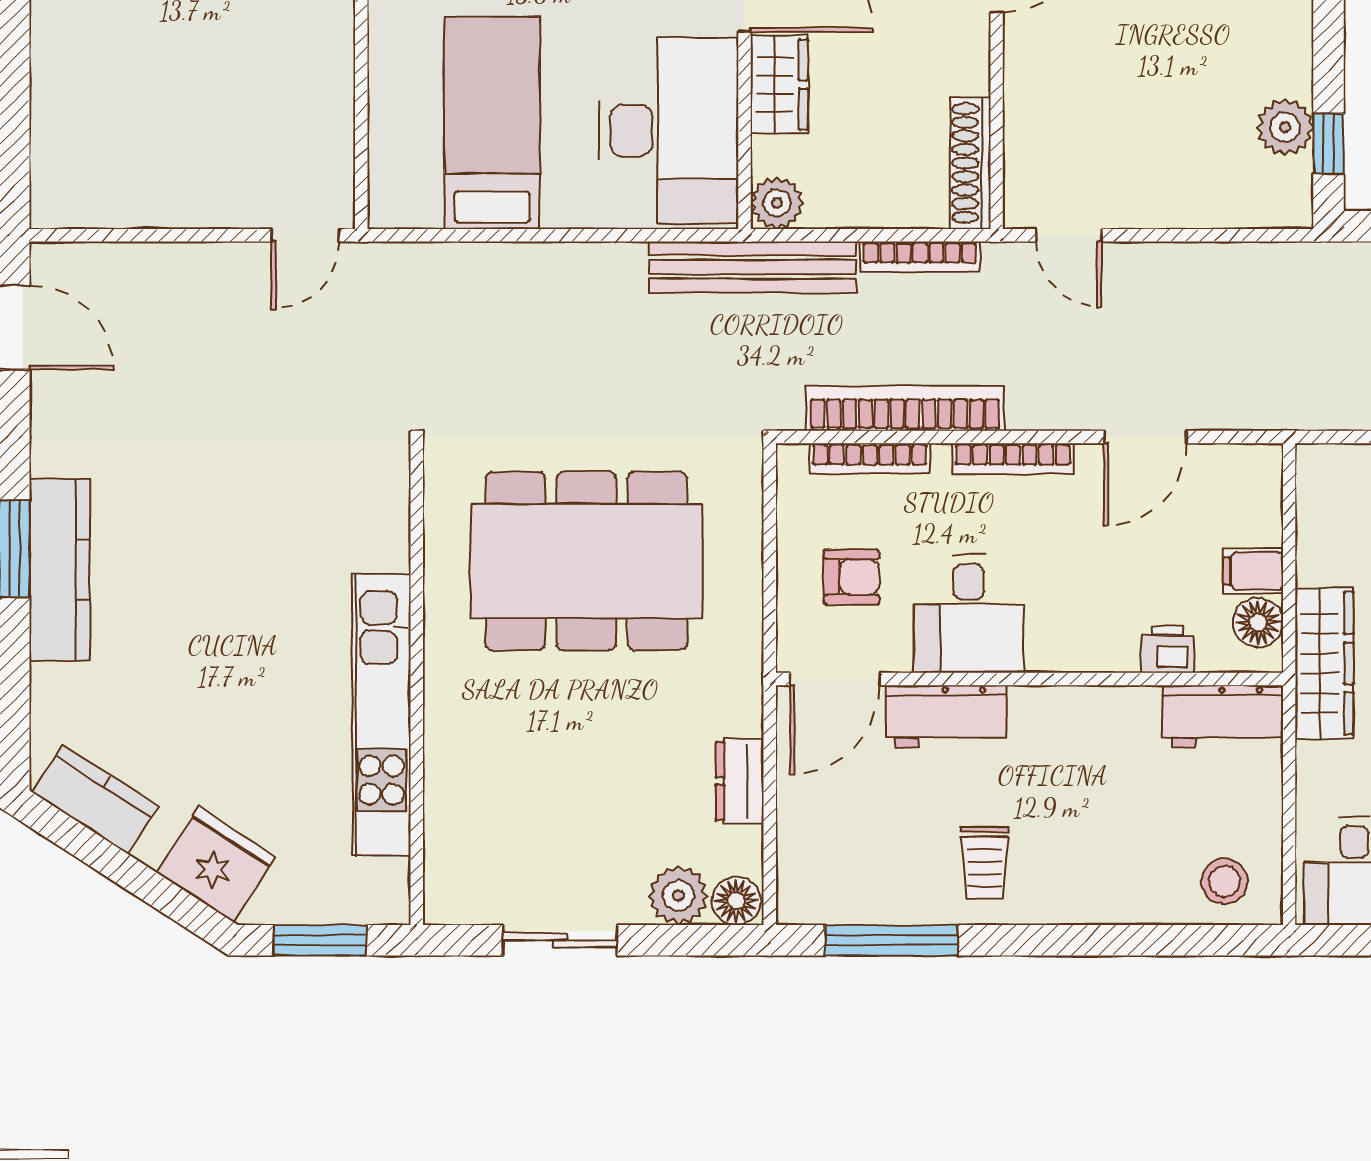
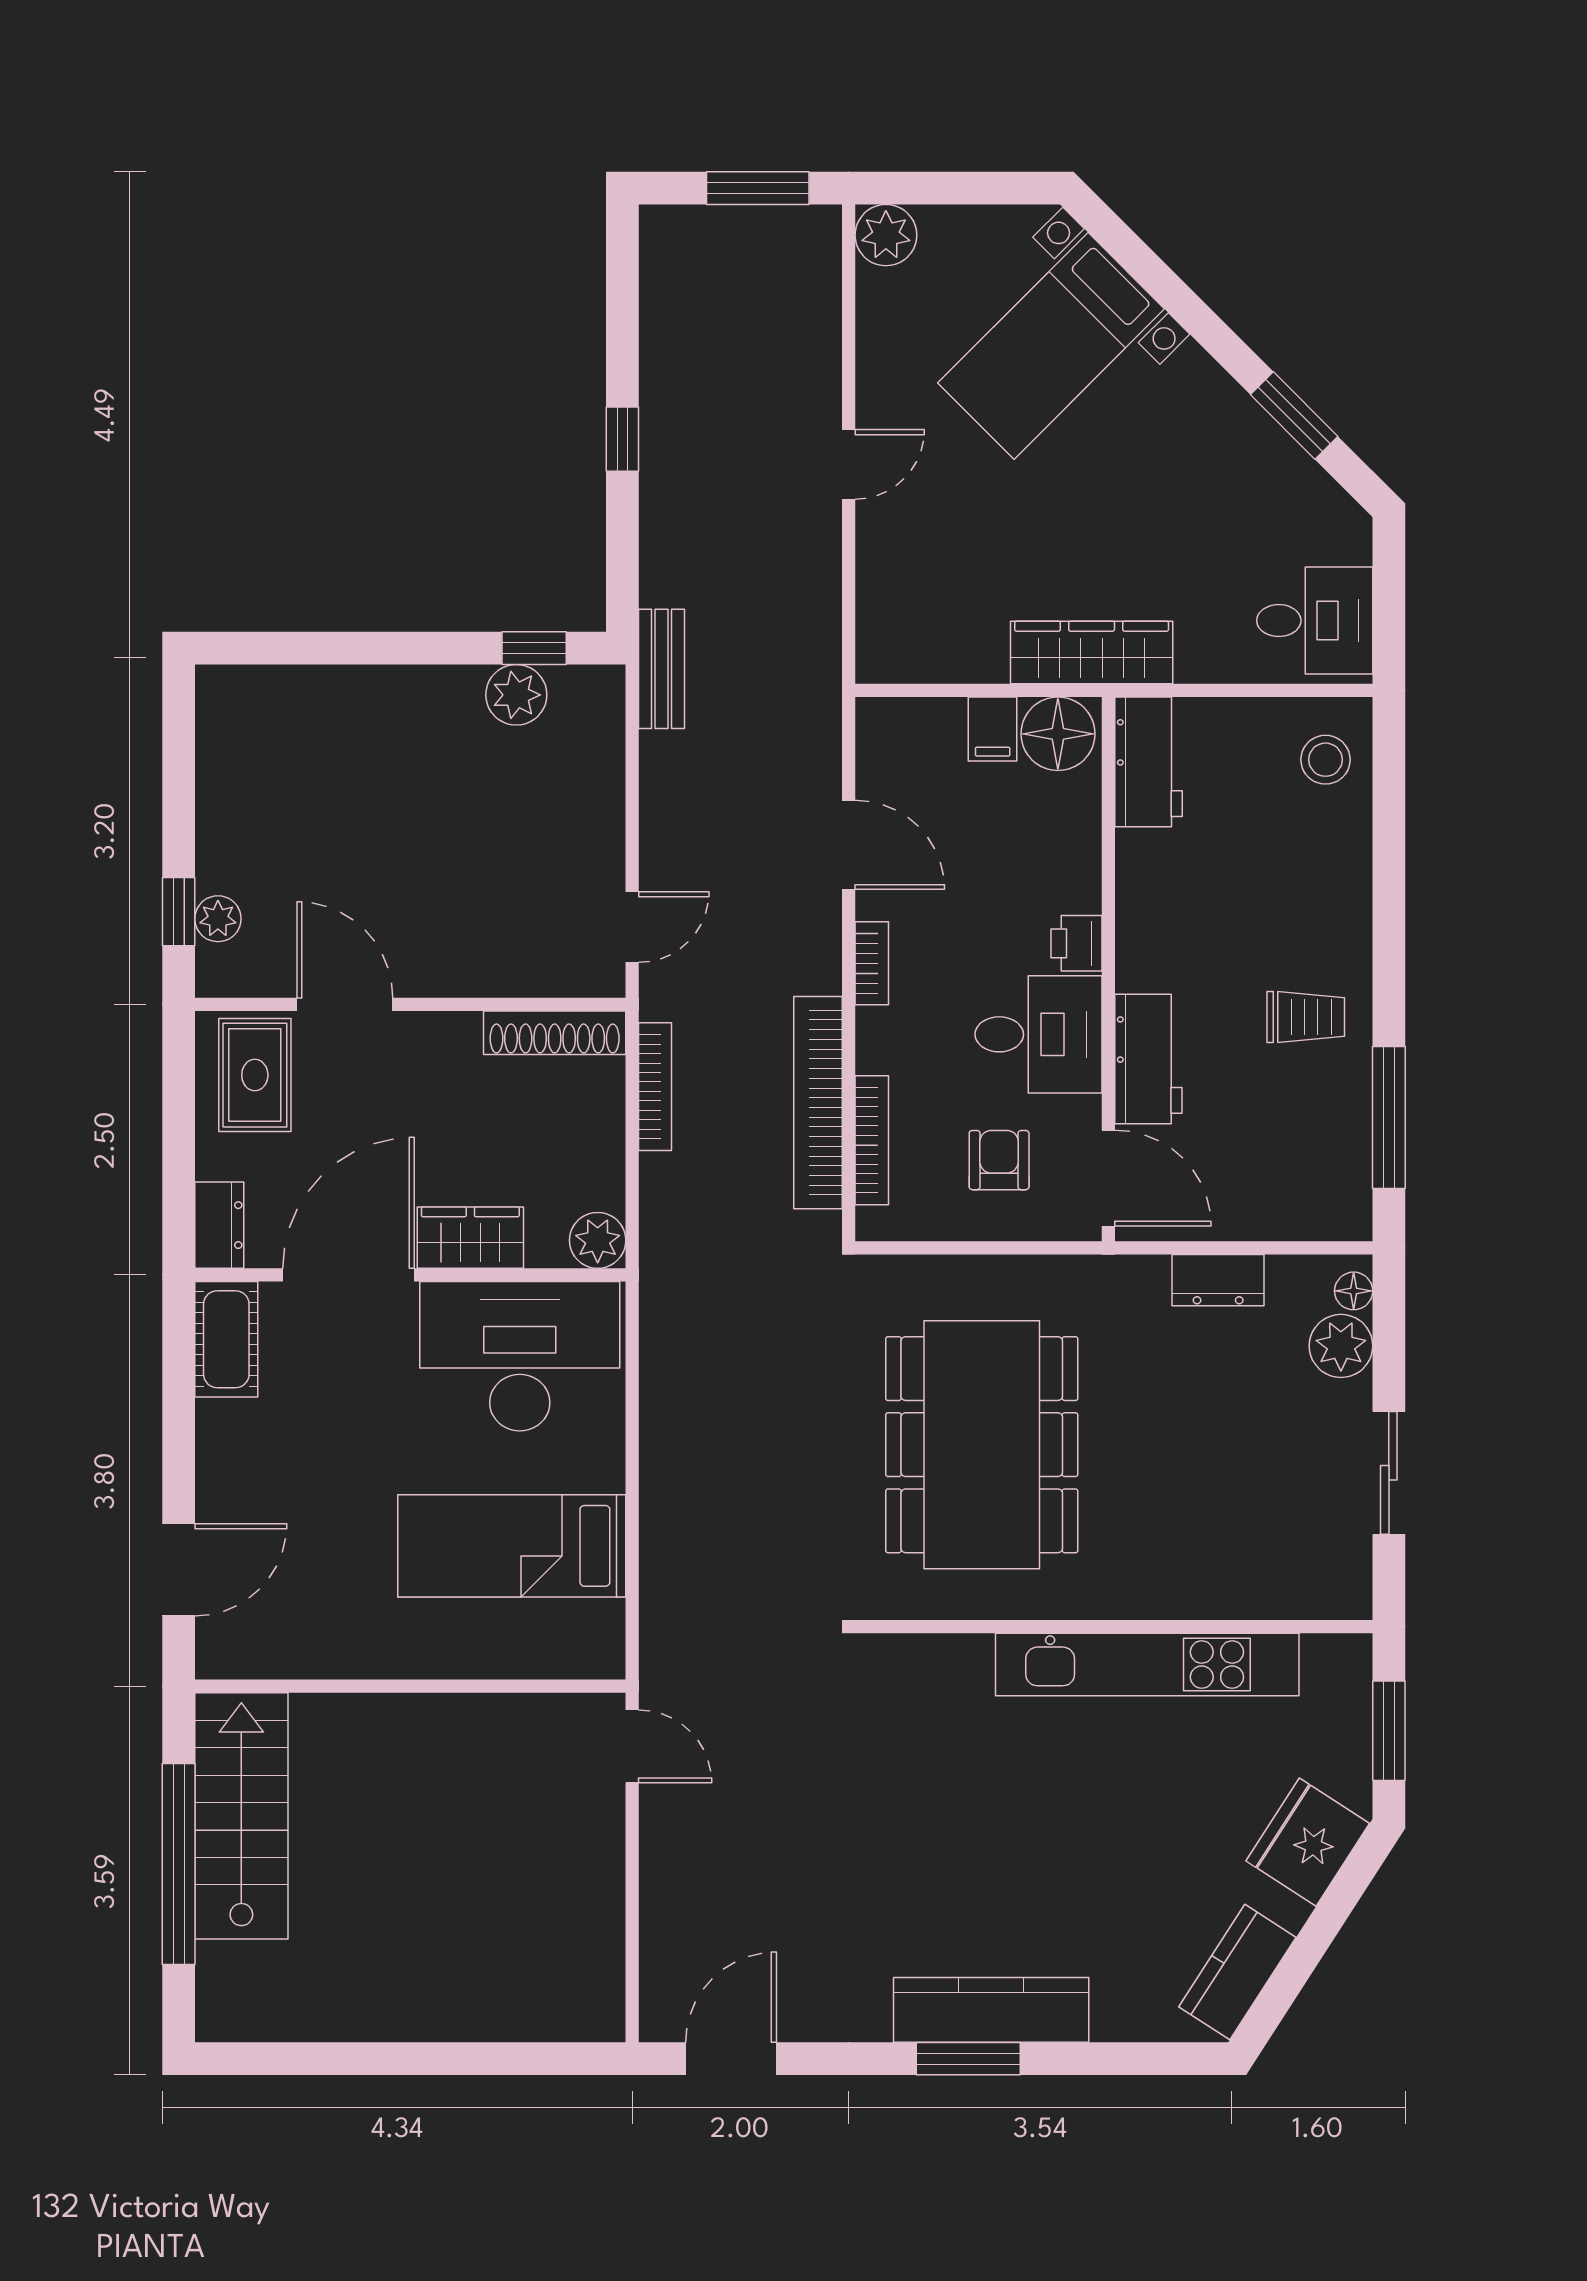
bench: (753, 267) -> (661, 669), moved, width x0.54, depth x0.82
bookcase: (1013, 458) -> (872, 963), width x0.64
floor lamp: (1258, 623) -> (1058, 734), width x1.38, depth x1.38
printer: (1168, 649) -> (1077, 943), moved
floor lamp: (736, 901) -> (1354, 1291), width x0.73, depth x0.73

